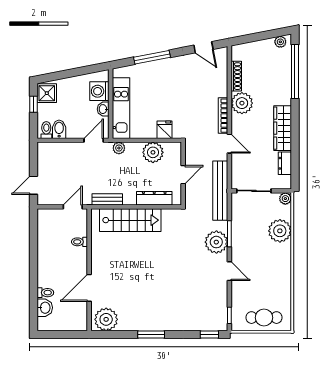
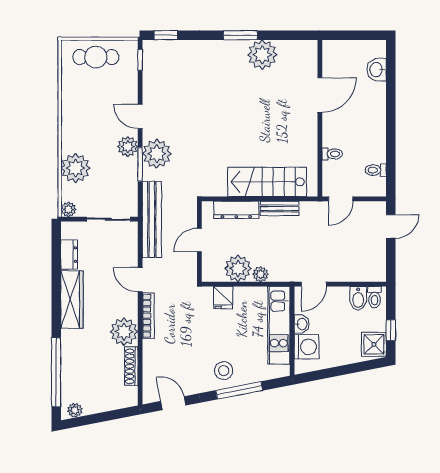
stool: (164, 73) -> (224, 371), added
plant: (119, 148) -> (261, 274), moved
bench: (107, 199) -> (280, 208), moved
plant: (239, 248) -> (128, 147), added
toilet: (45, 293) -> (376, 170), moved
plant: (106, 319) -> (262, 55), moved

